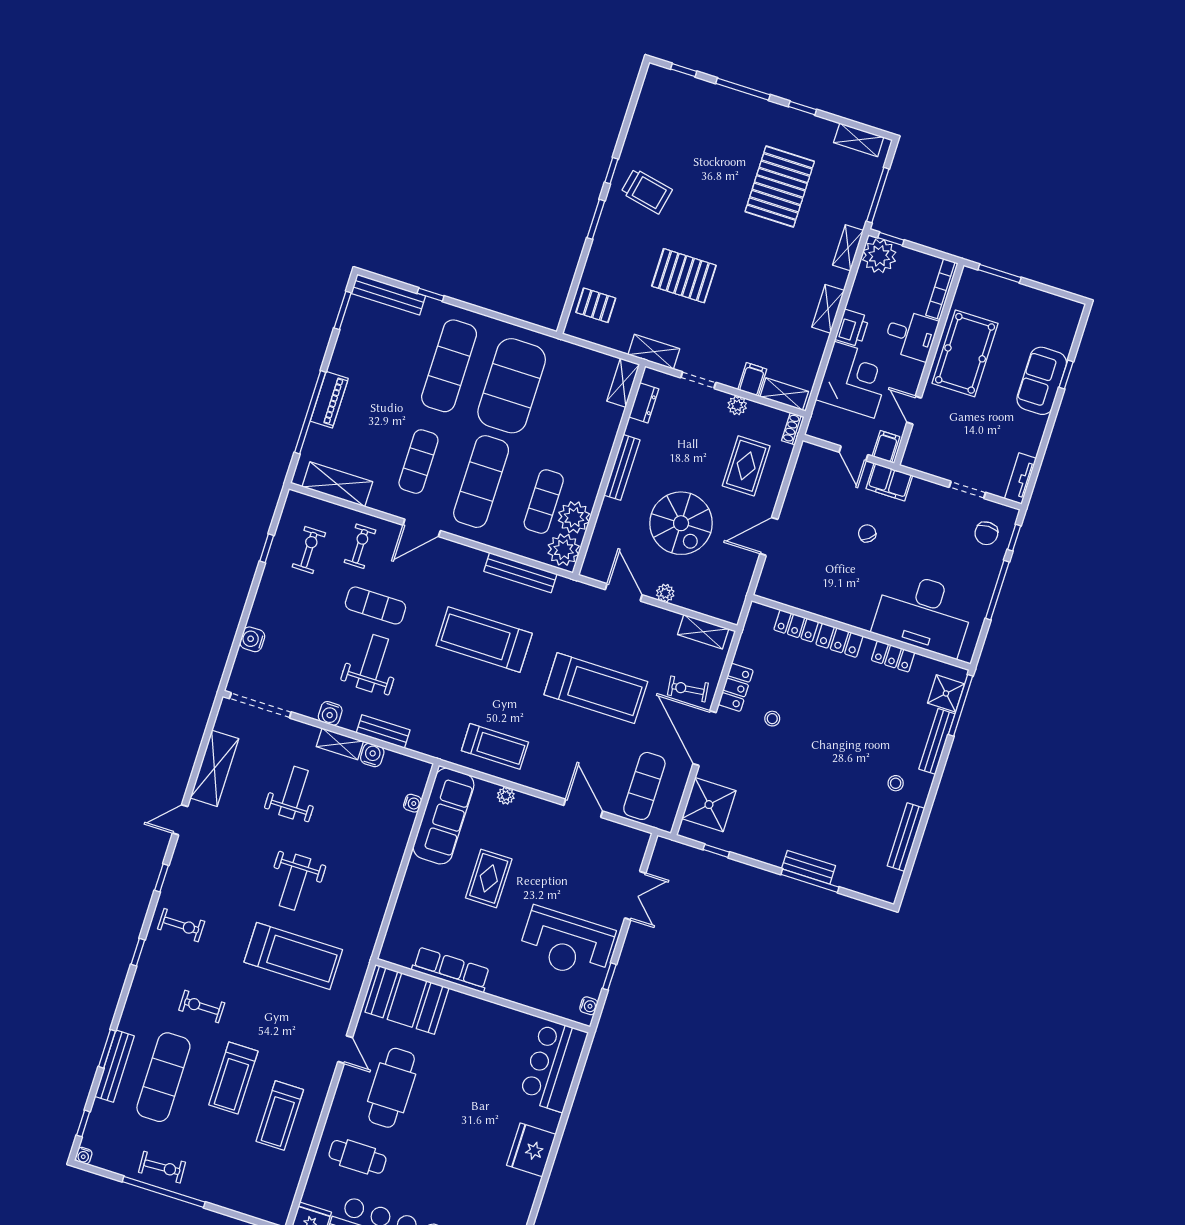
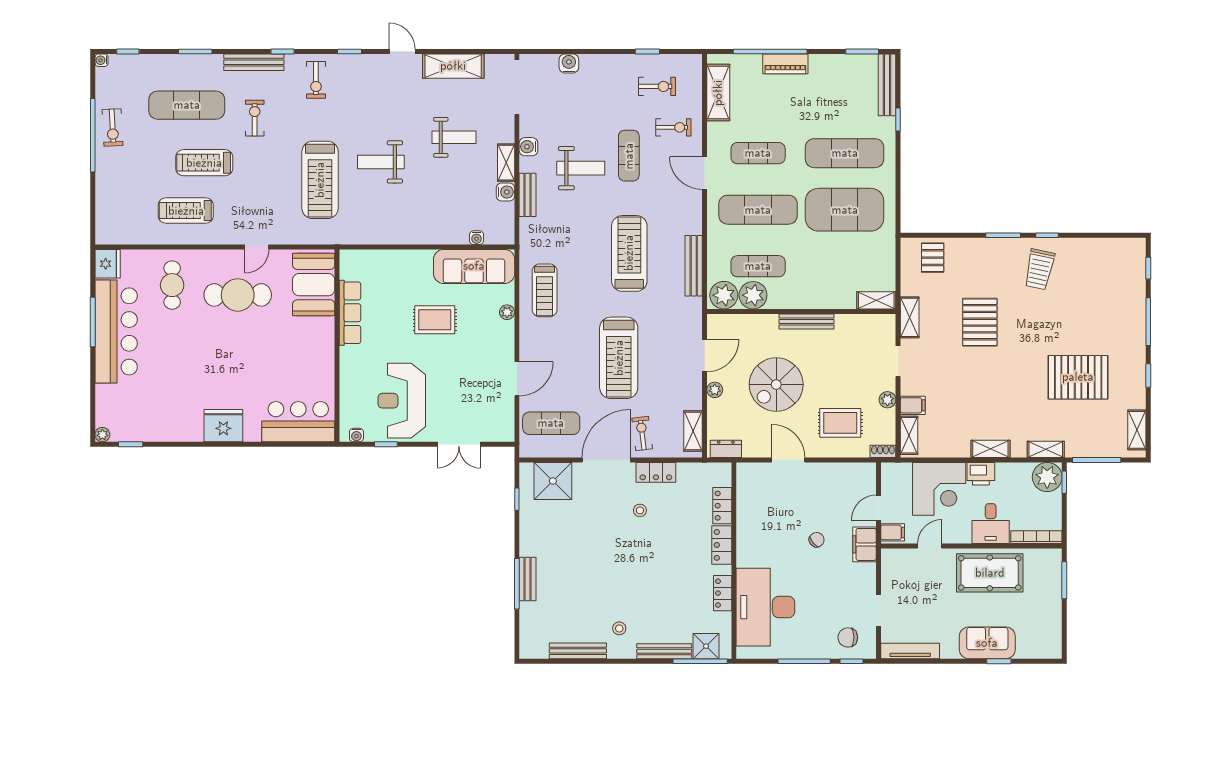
dresser: (644, 403) -> (726, 449), moved, turned 180
tv unit: (1020, 478) -> (910, 651), width x1.41
bench: (115, 1066) -> (254, 62), moved

